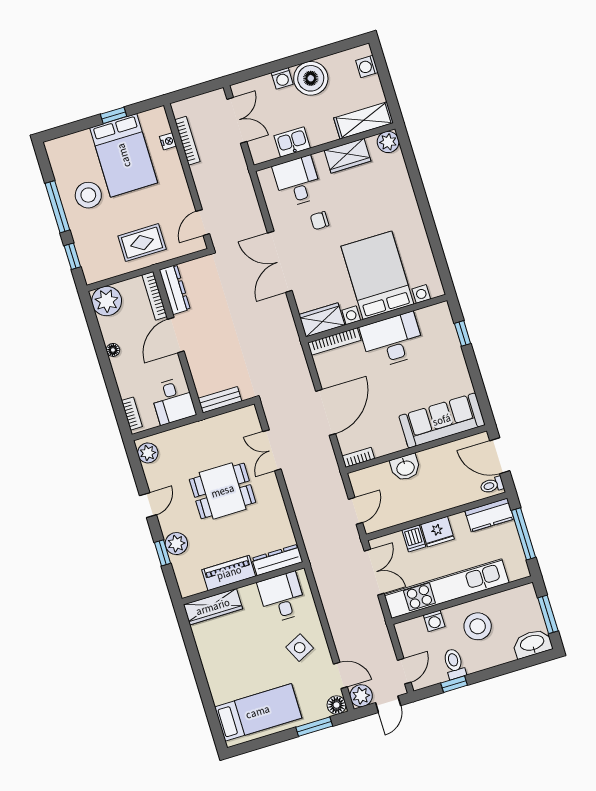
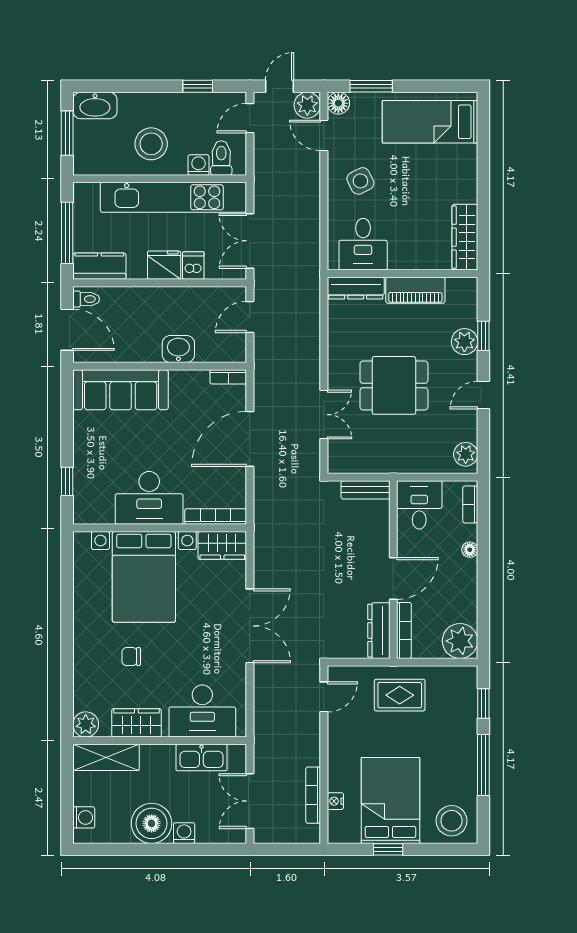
kitchen sink: (292, 142) -> (201, 758), width x1.38
desk: (297, 181) -> (202, 711), width x1.37
stool: (88, 195) -> (452, 821), moved
chair: (320, 221) -> (131, 657), moved, turned 180
floor lamp: (113, 350) -> (470, 550), moved
wardrobe: (213, 607) -> (465, 237), moved, turned -90
toilet: (454, 664) -> (221, 158), moved, turned 180

